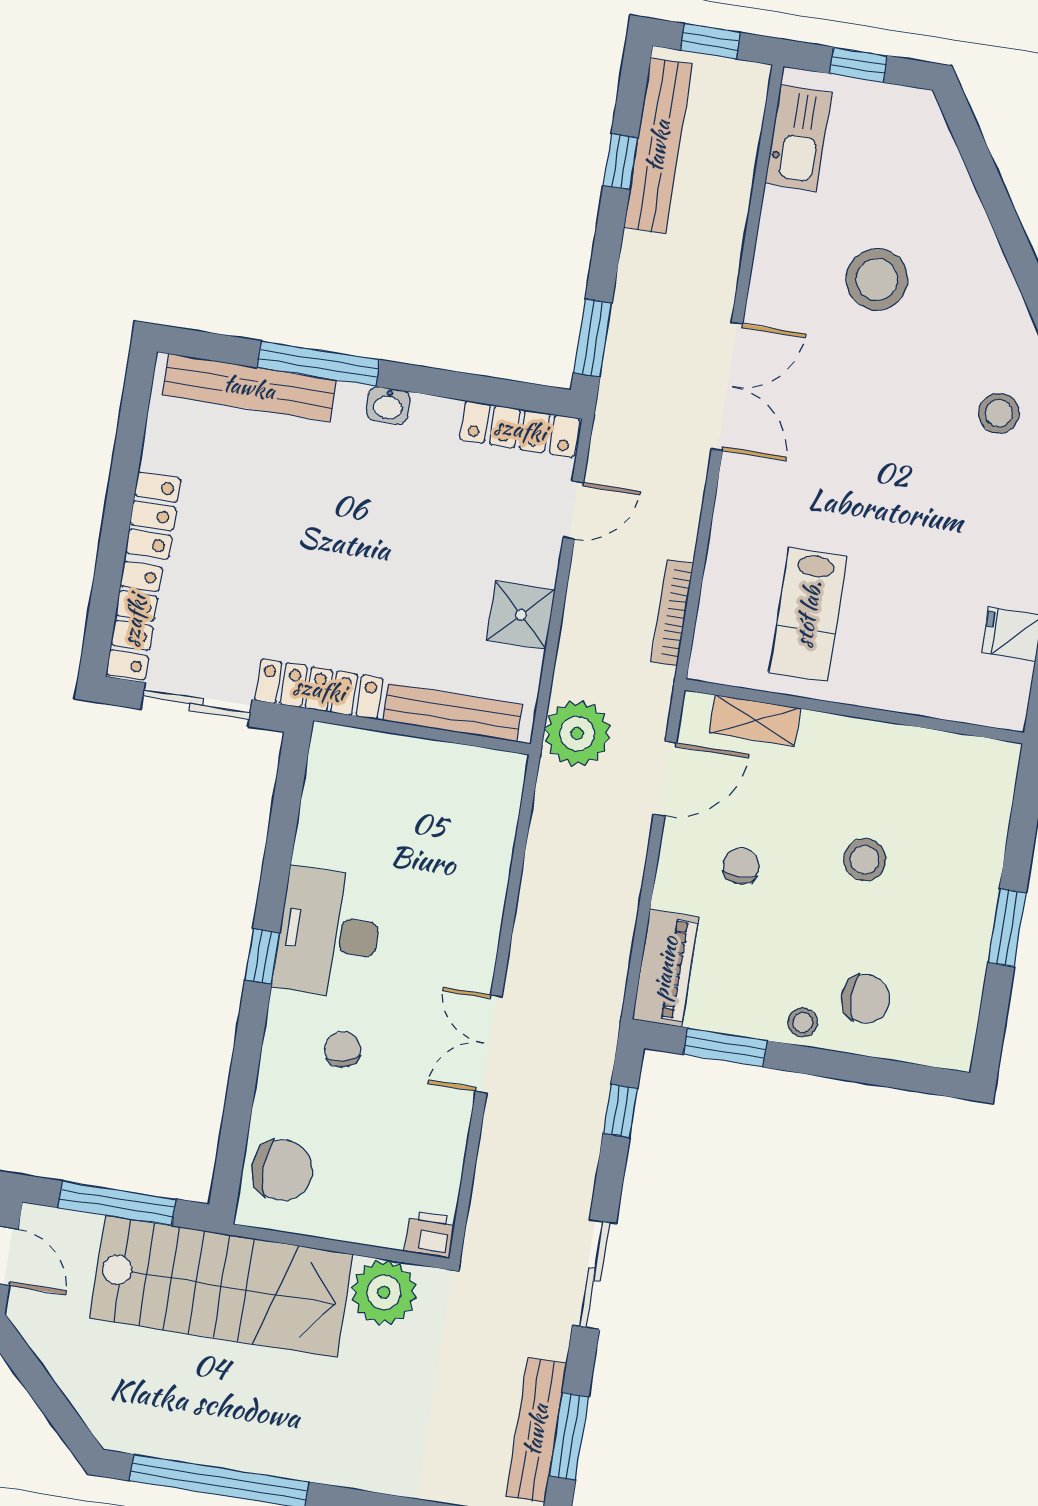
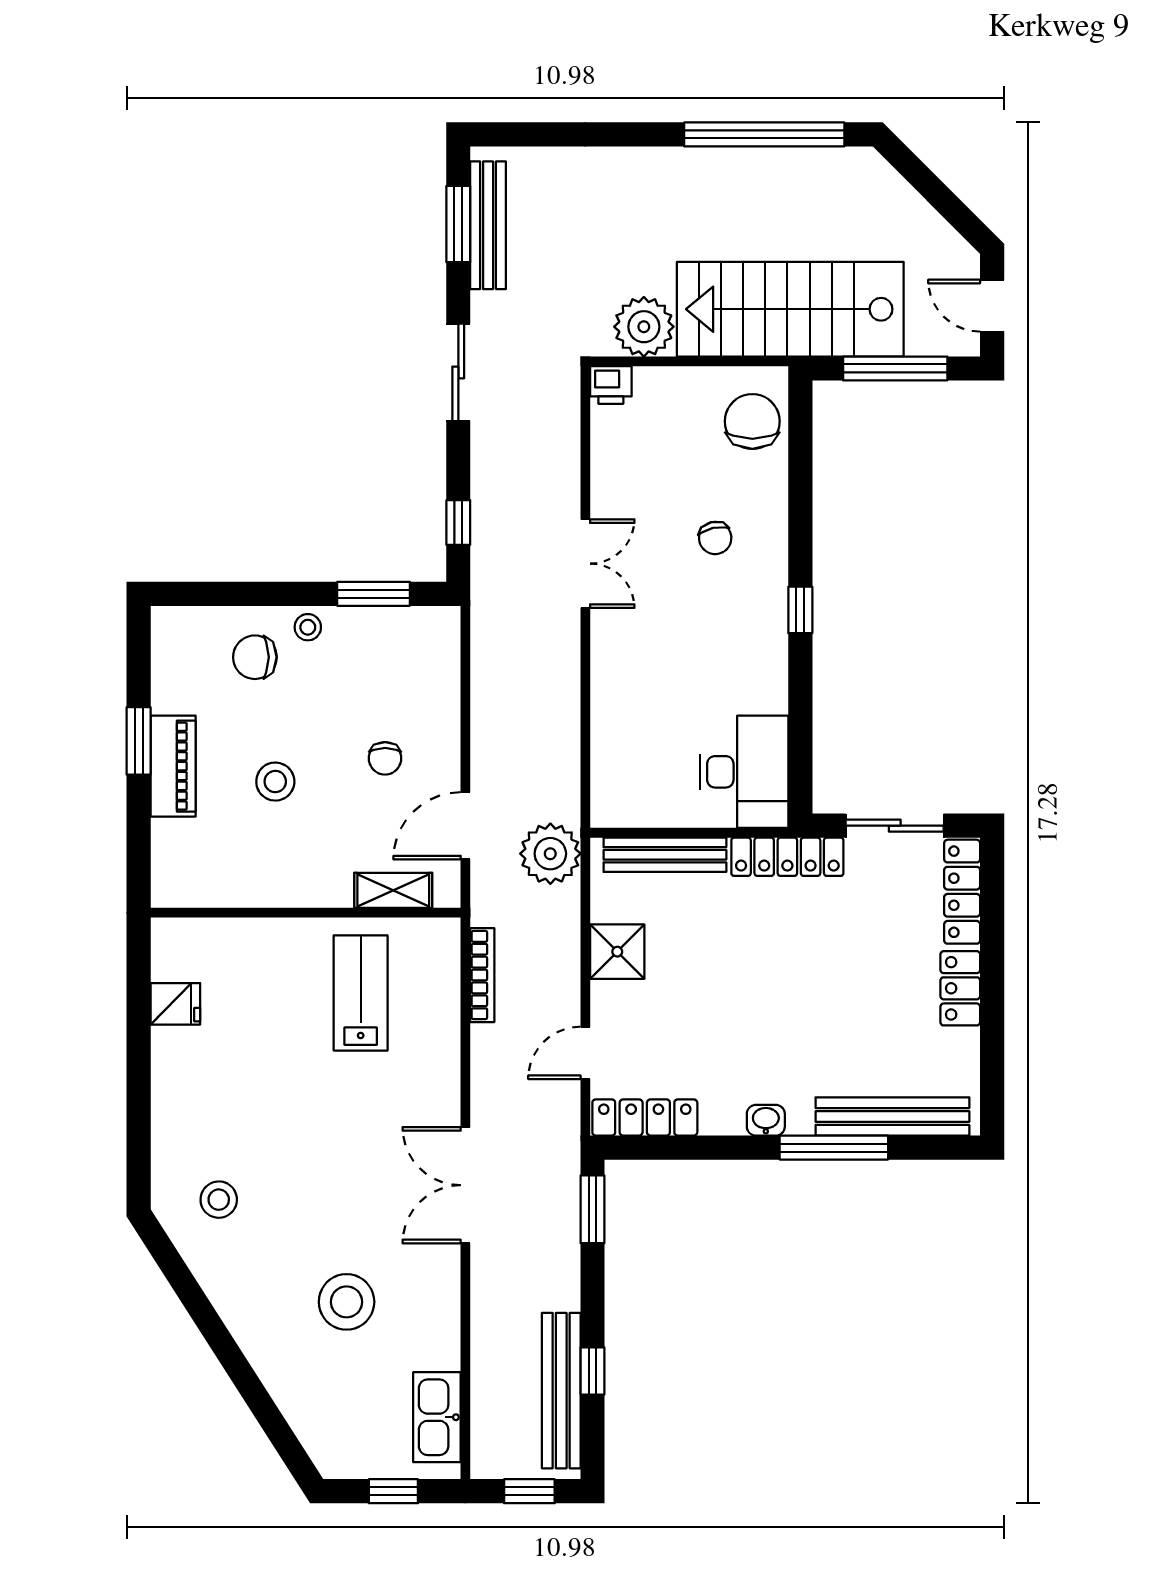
desk: (329, 933) -> (744, 772), moved
piano: (665, 968) -> (173, 766), moved, turned 180
chair: (282, 1170) -> (752, 421), turned 90

